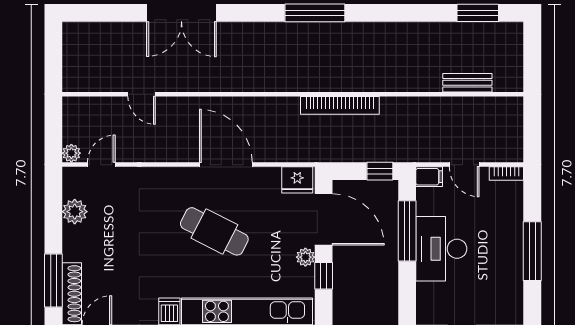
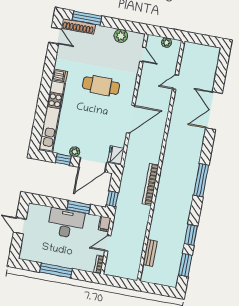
window: (420, 13) -> (191, 235), added
plant: (71, 153) -> (167, 43), moved
cafe table: (214, 231) -> (101, 86), moved, turned 63
window: (407, 231) -> (79, 207), width x0.69

